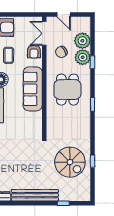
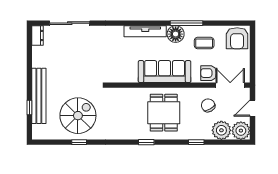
plant: (83, 57) -> (241, 131), moved
dining table: (67, 90) -> (164, 113), turned 90
spiral stairs: (70, 162) -> (78, 116), turned 180
bench: (35, 195) -> (39, 96), moved

